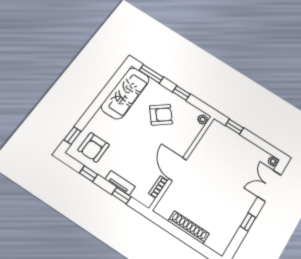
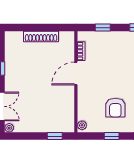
armchair: (161, 115) -> (115, 108), turned -51
door: (178, 169) -> (76, 74), swing flipped
tv unit: (120, 183) -> (110, 36), removed

